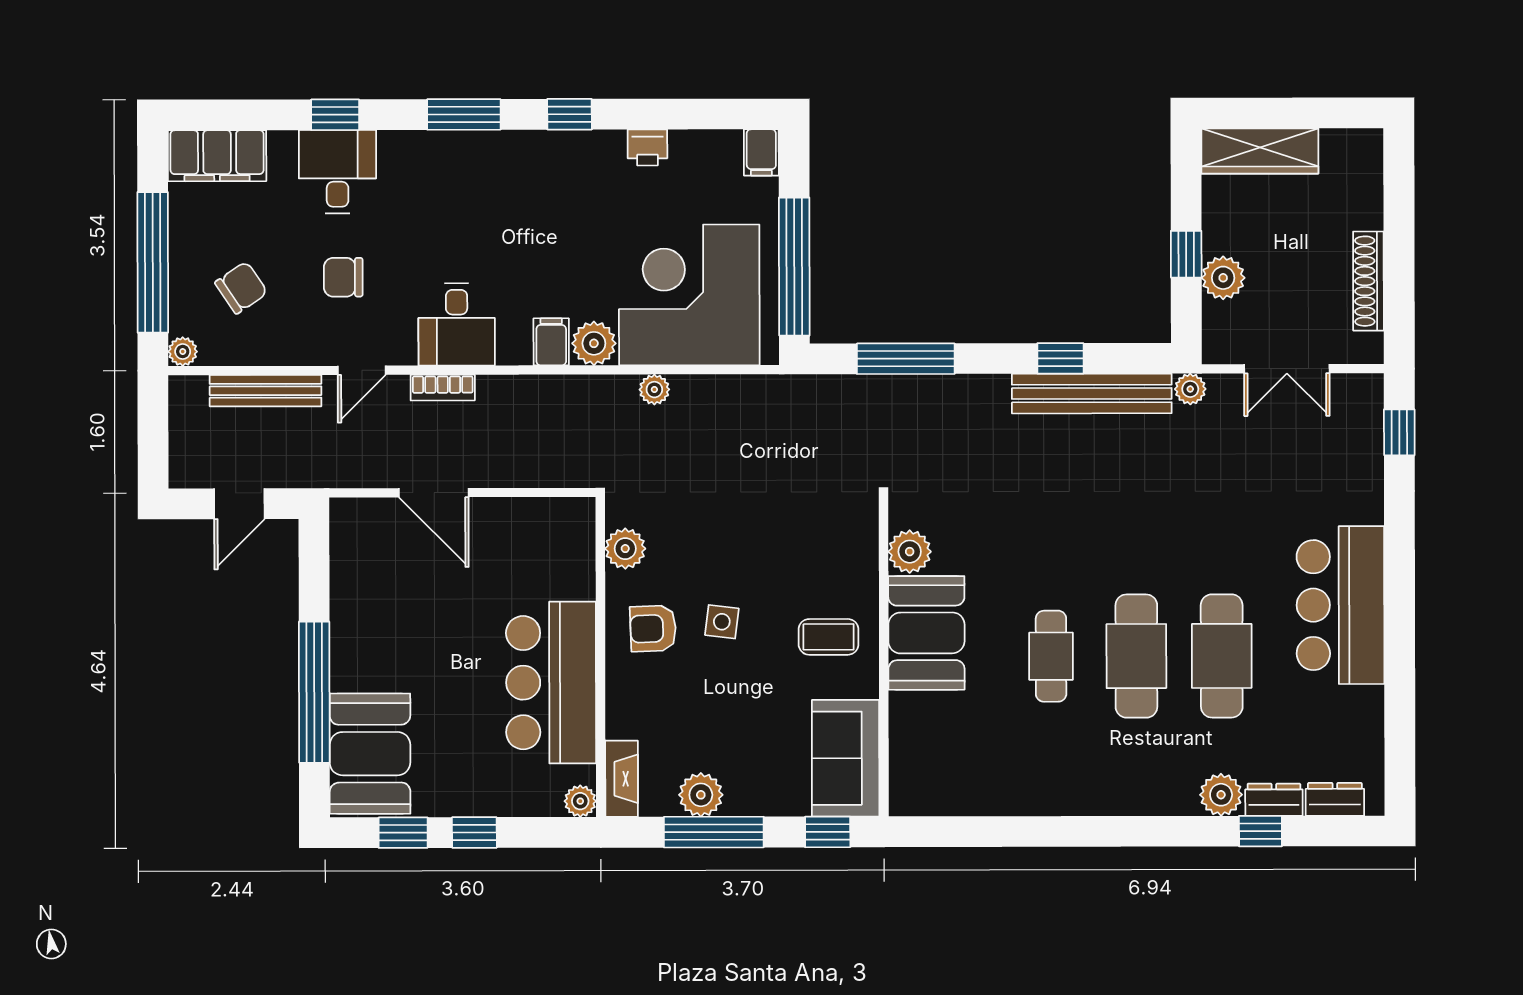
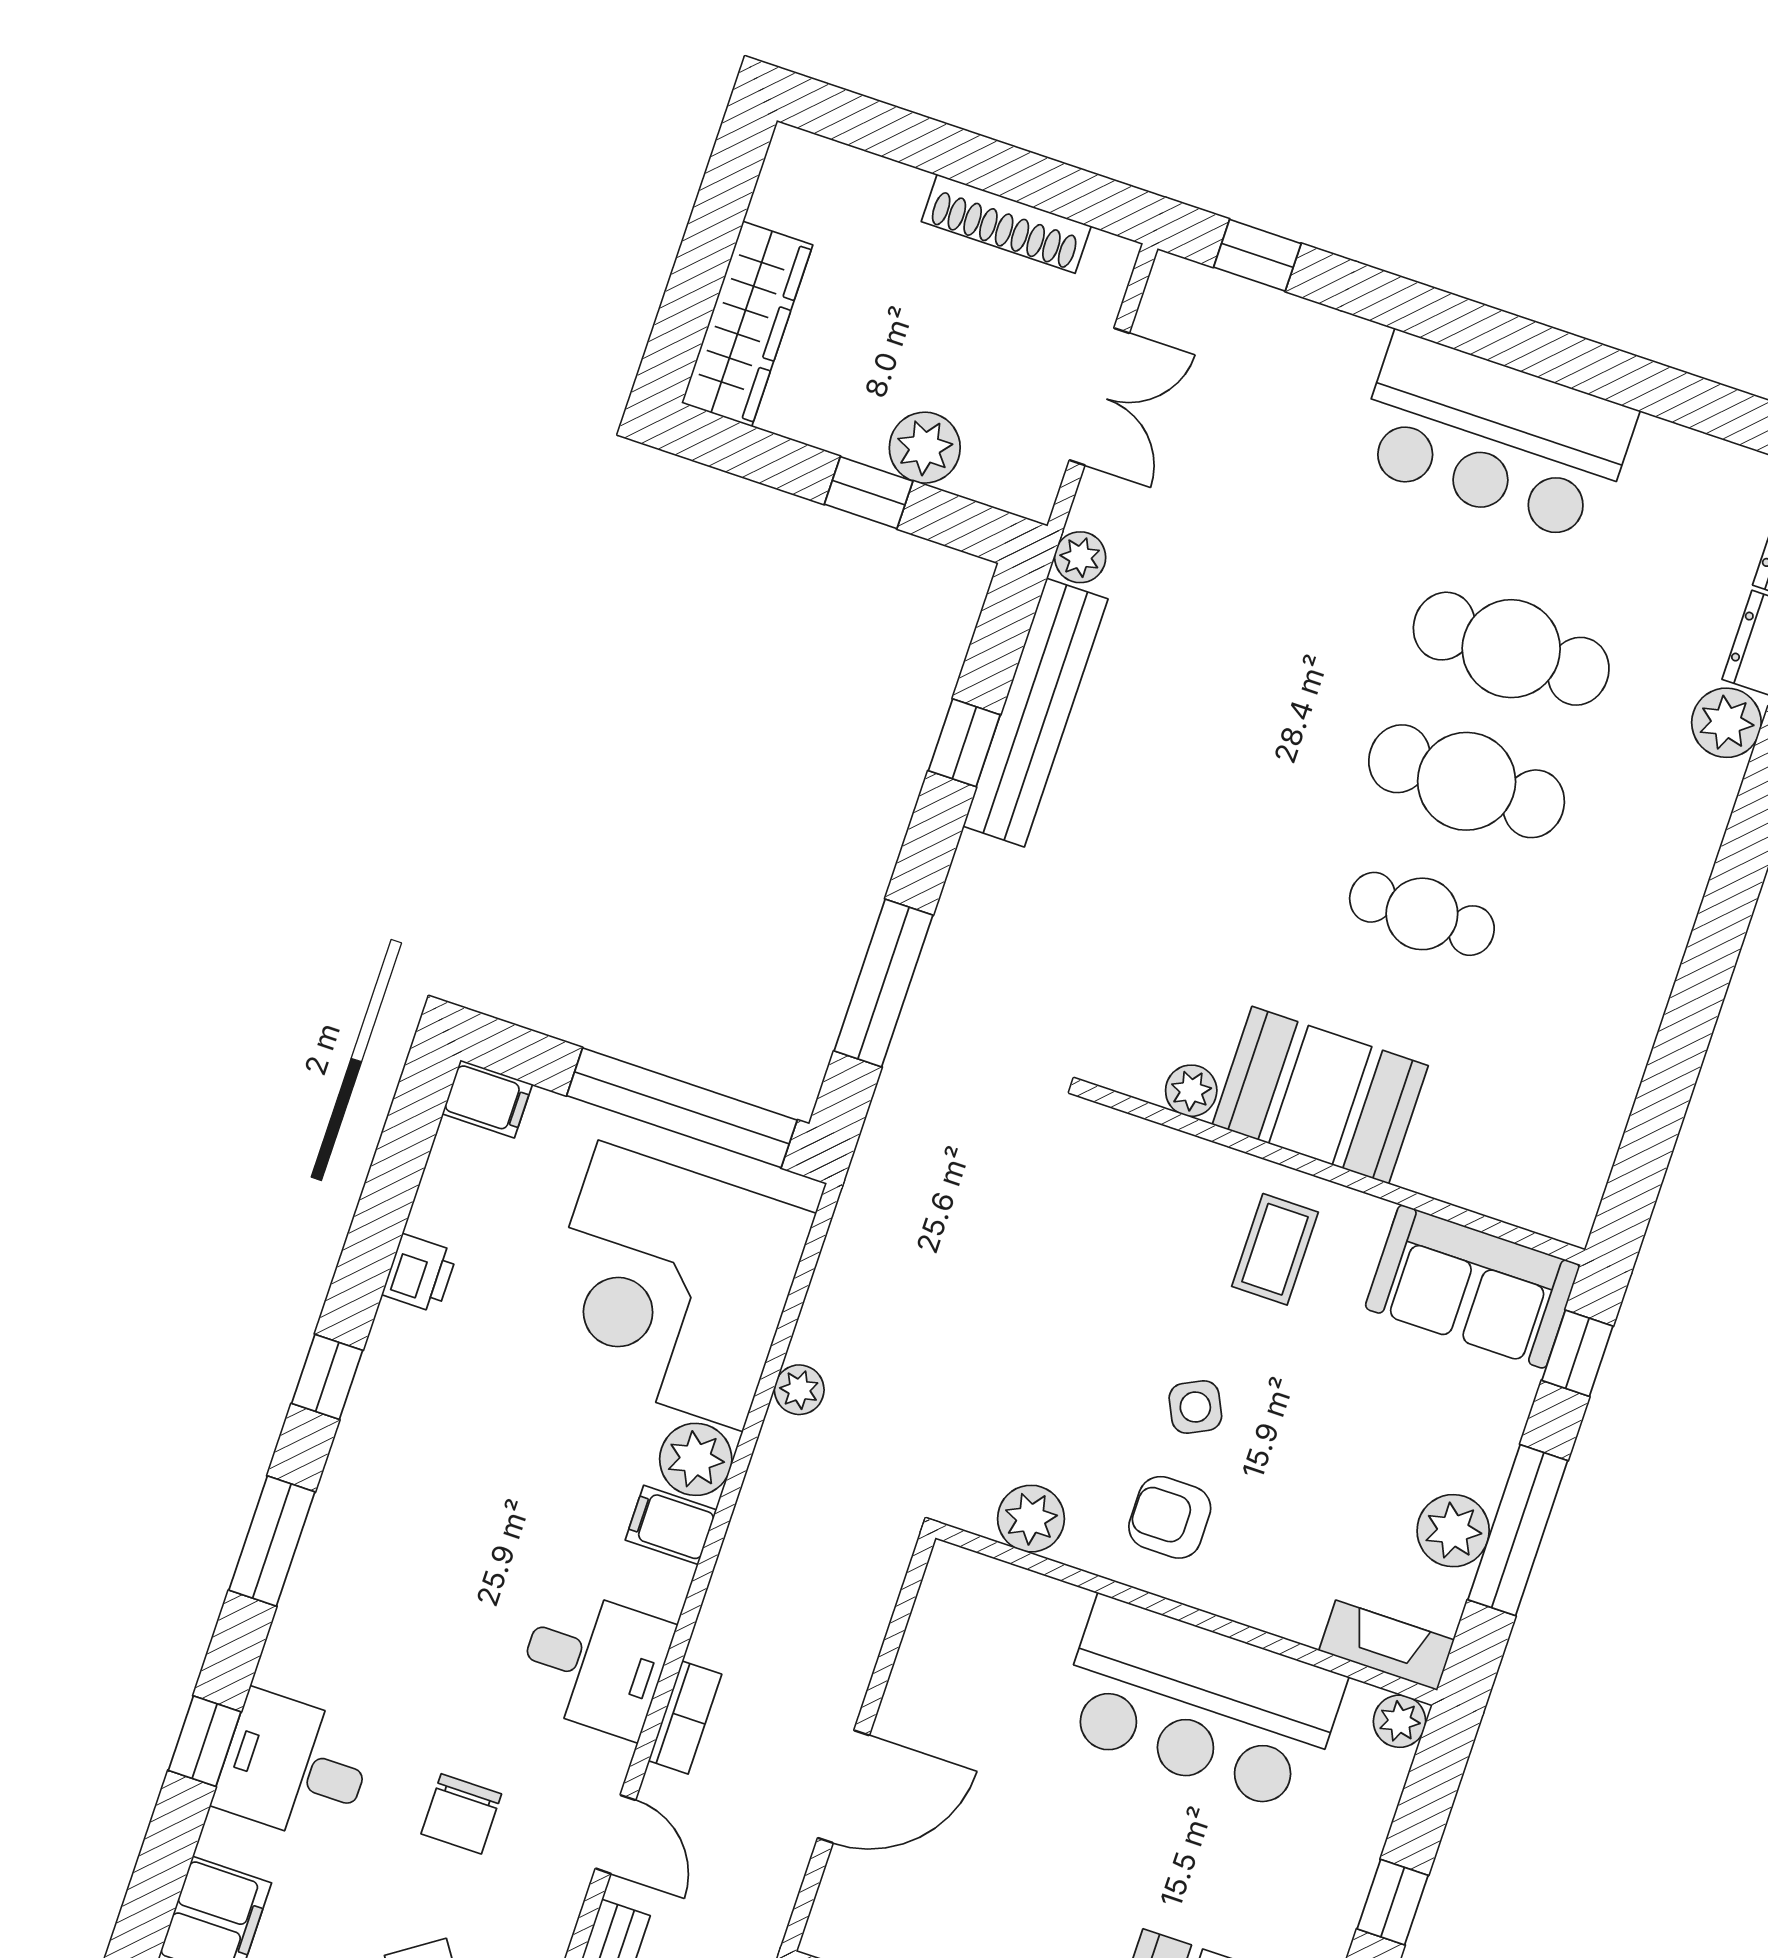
plant: (910, 552) -> (1191, 1091), width x0.73, depth x0.73
side table: (722, 622) -> (1195, 1407), turned -33
armchair: (653, 629) -> (1170, 1517), turned 92

